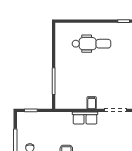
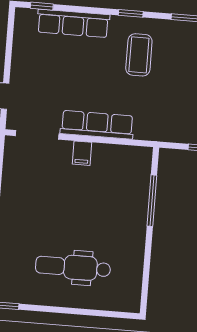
row of seats: (85, 118) -> (97, 125), width x1.48

